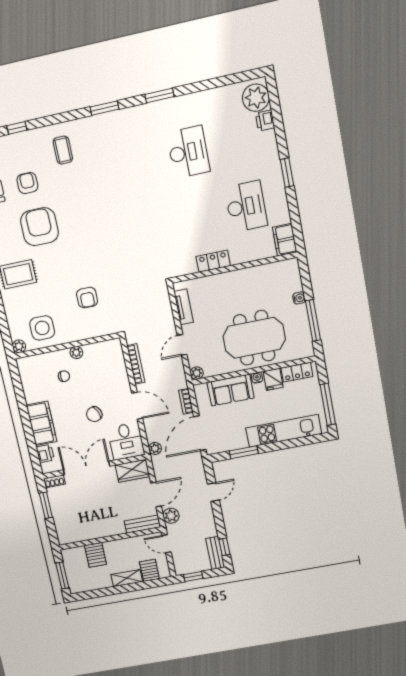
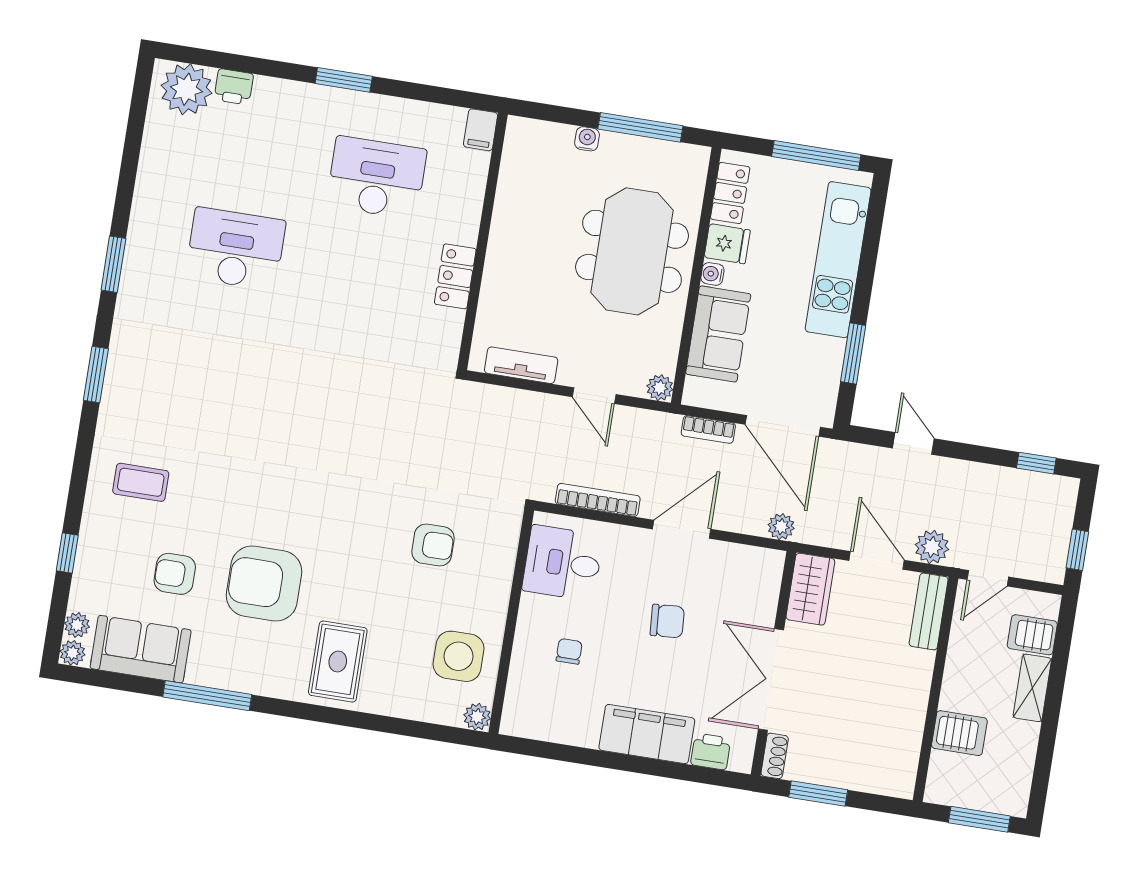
filing cabinet: (285, 240) -> (481, 130), width x0.50
plant: (76, 353) -> (532, 608), removed
chair: (94, 414) -> (667, 621), turned -70
desk: (126, 441) -> (563, 563), moved, turned 180
bench: (215, 553) -> (1043, 486), removed

